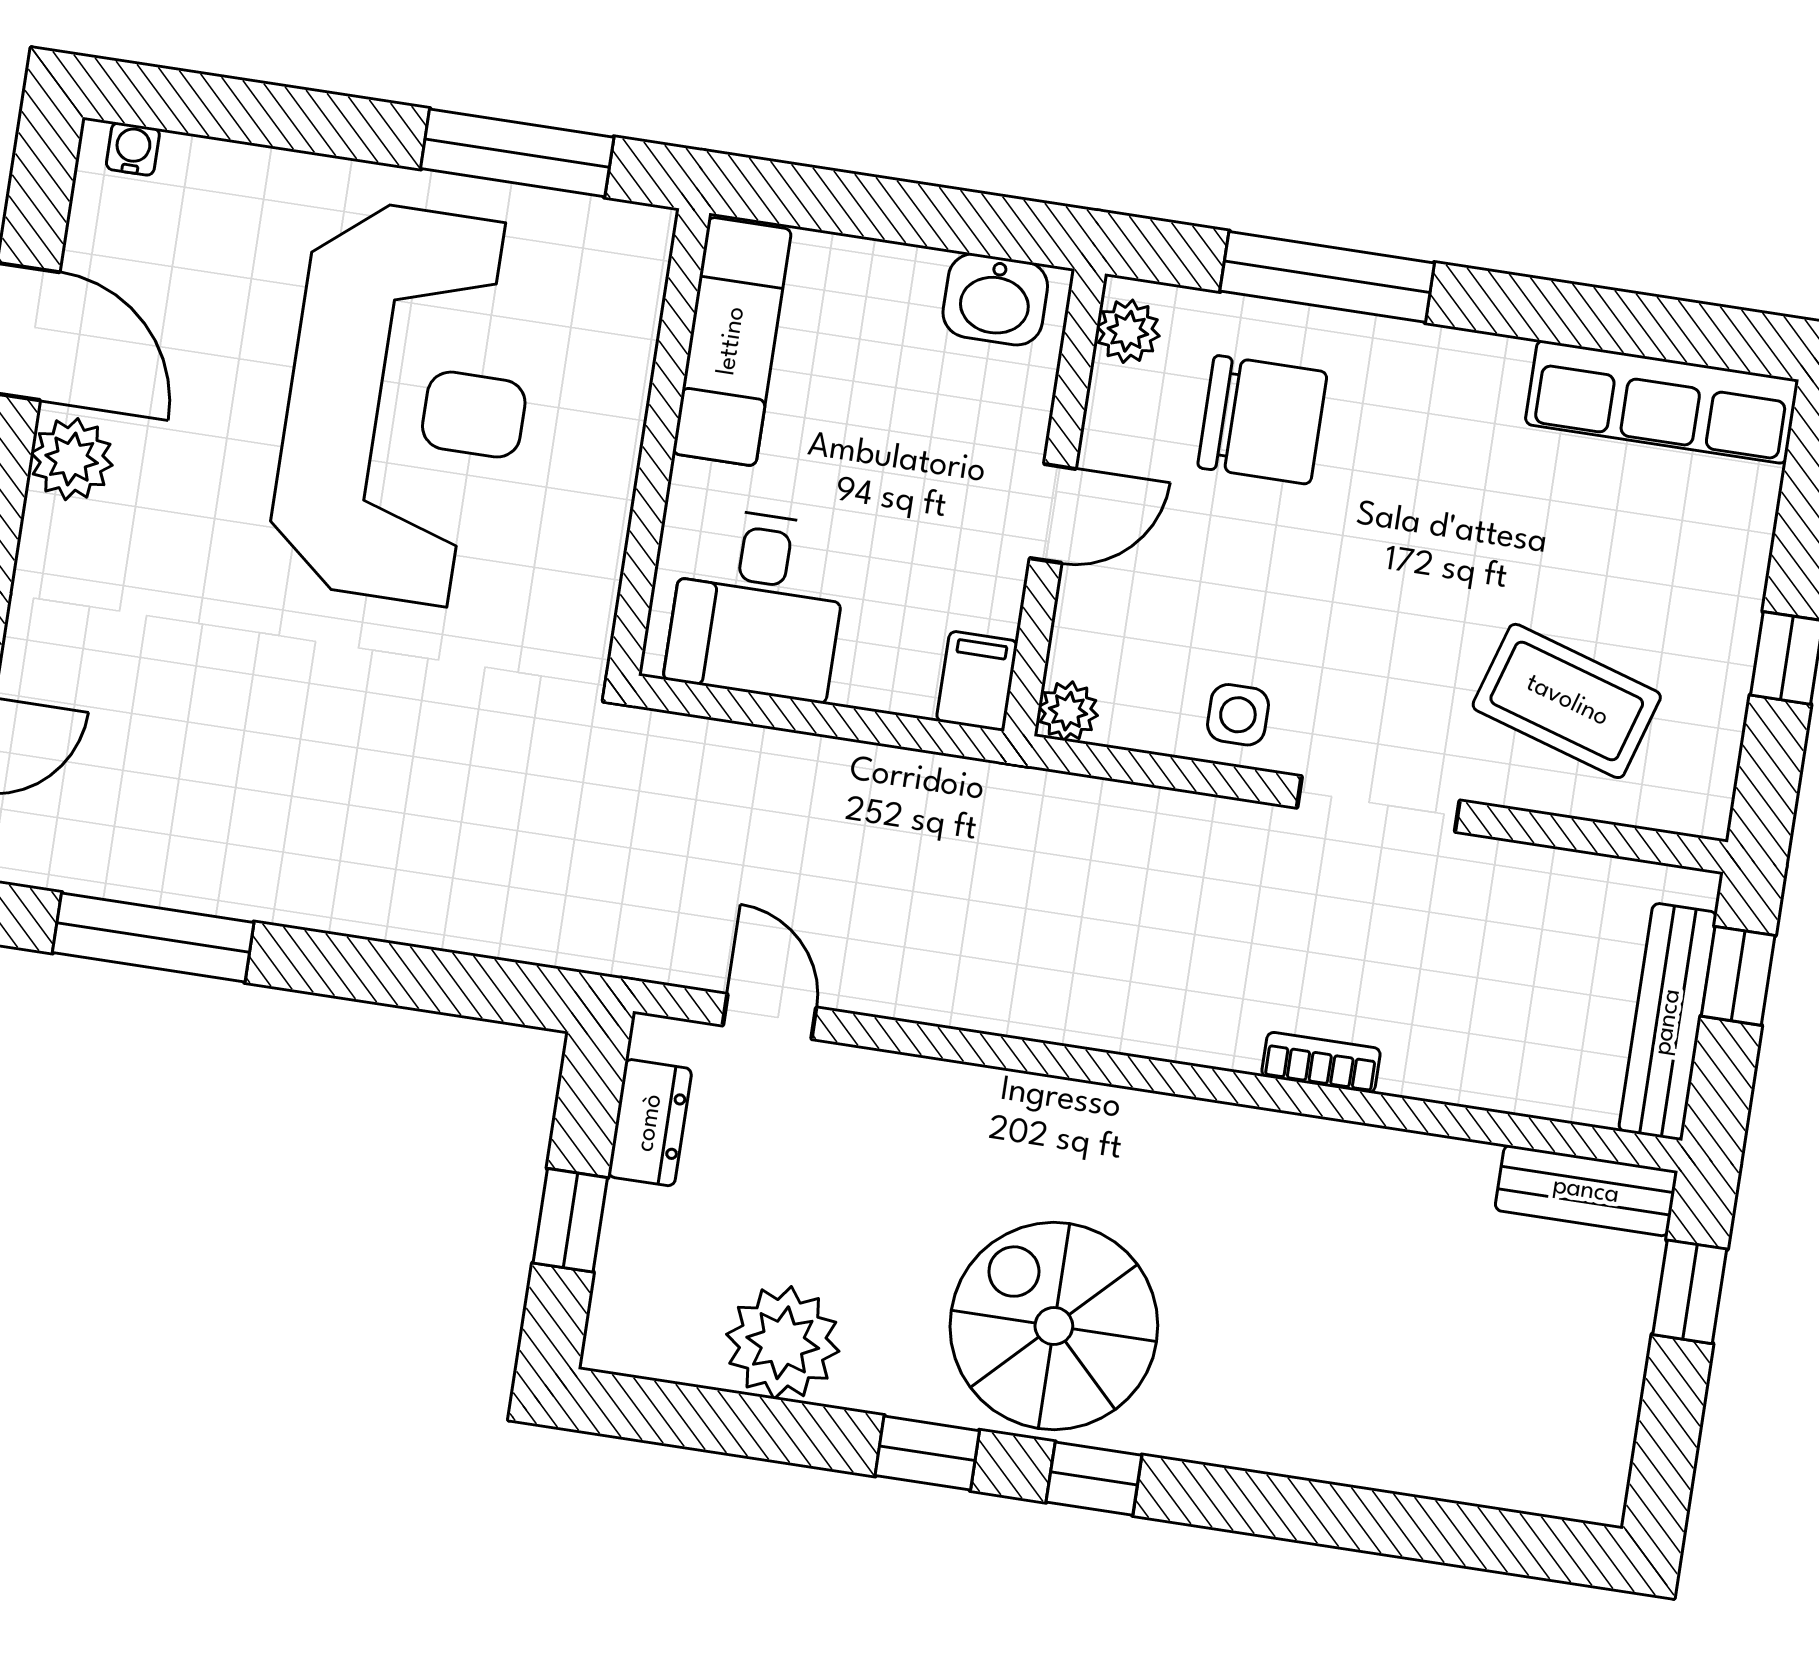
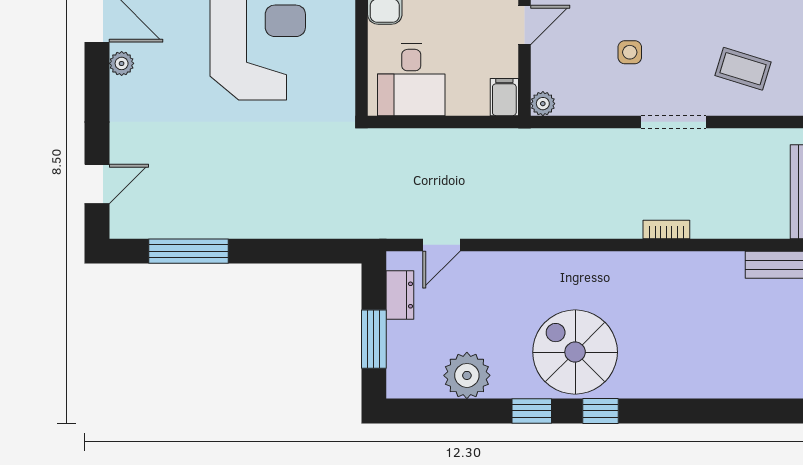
plant: (72, 459) -> (122, 63), width x0.73, depth x0.73
coffee table: (1567, 701) -> (743, 69), width x0.73, depth x0.77
side table: (1238, 715) -> (630, 52), moved
door: (770, 1016) -> (441, 245), swing flipped
window: (570, 1220) -> (374, 339), width x1.50

